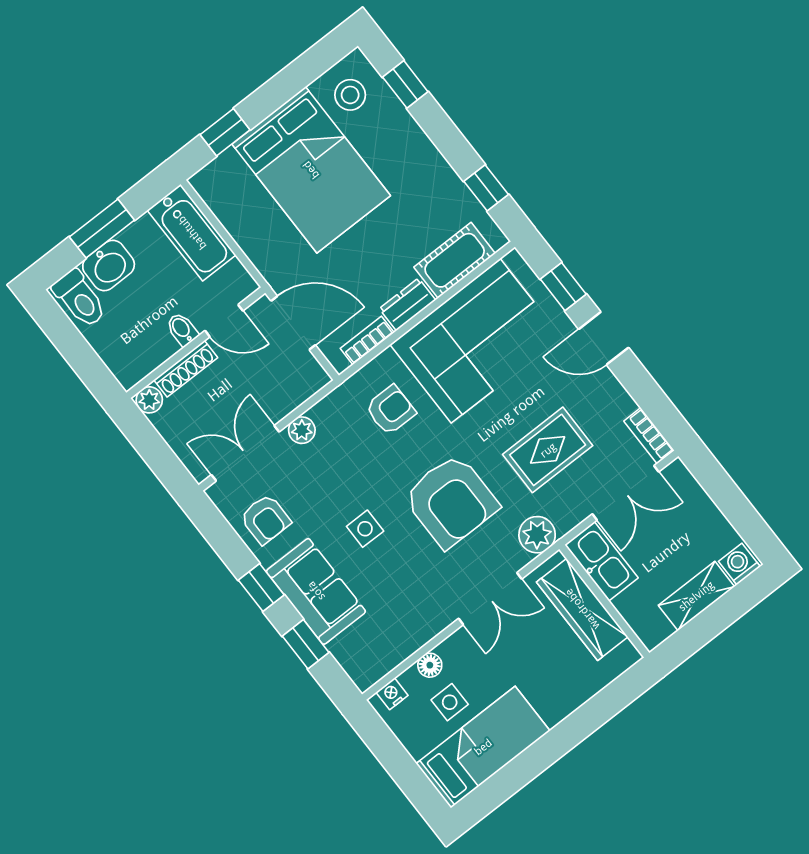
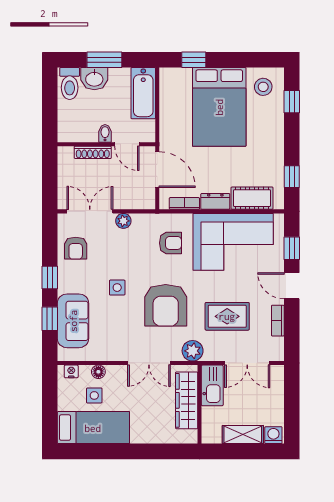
plant: (149, 400) -> (65, 154), removed
bookcase: (649, 436) -> (278, 321), moved
sofa: (316, 591) -> (73, 321), moved

